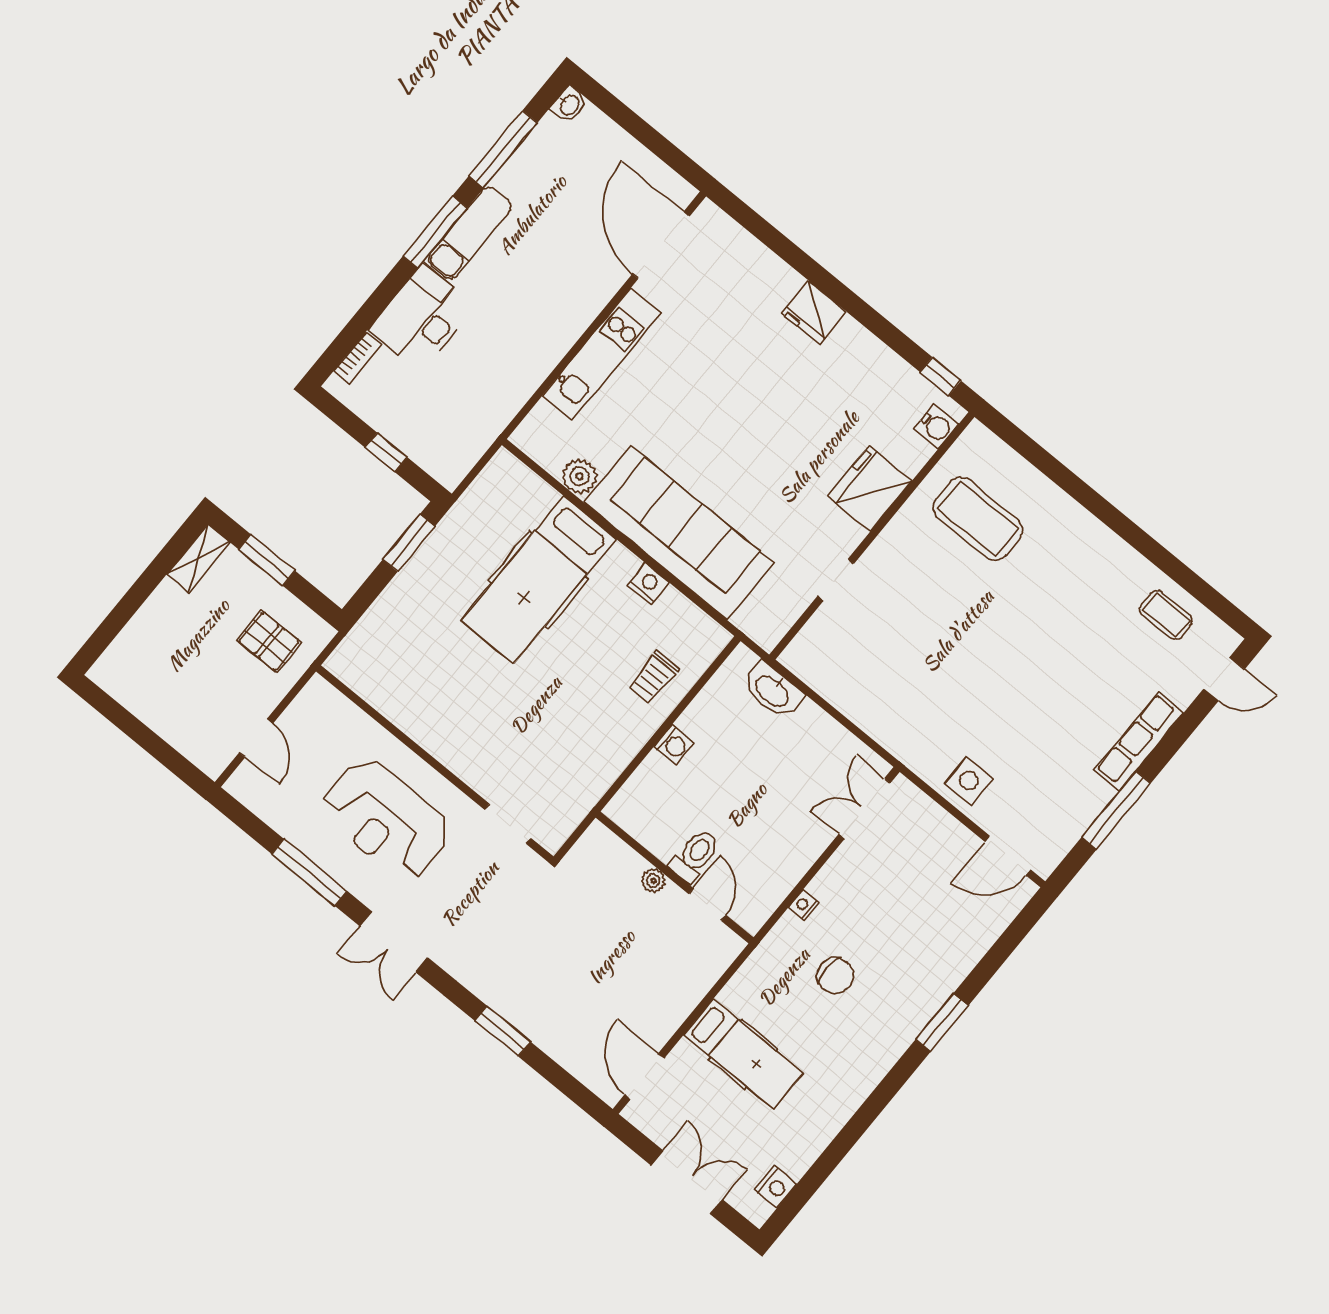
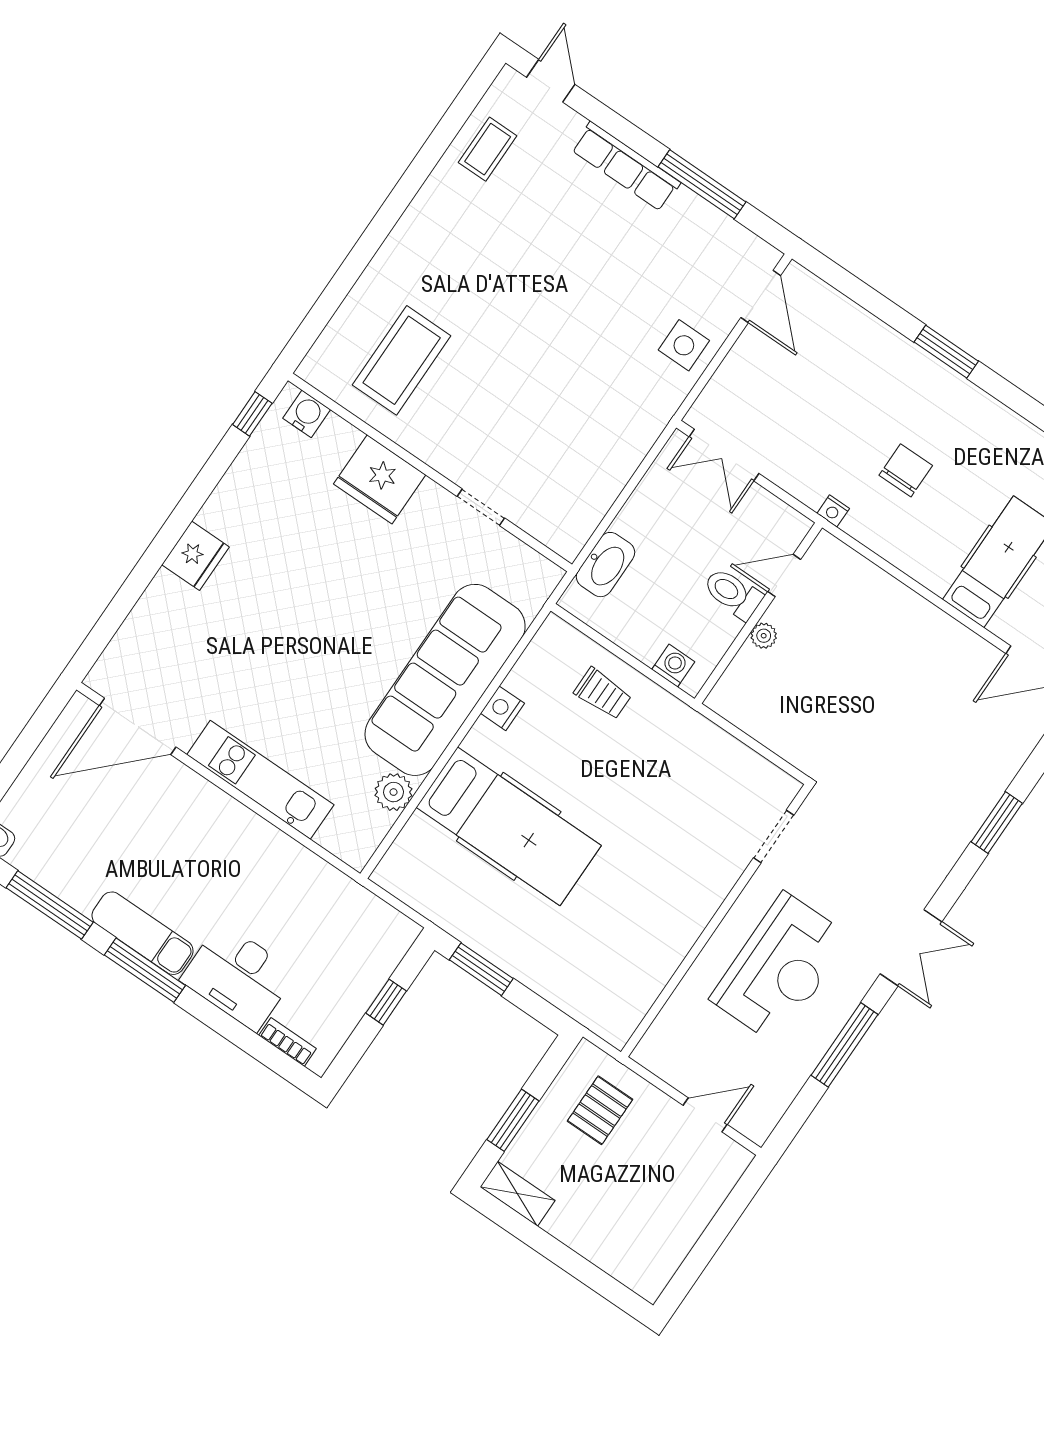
toilet: (695, 856) -> (733, 593), moved
wall: (675, 878) -> (758, 613), moved
plant: (653, 881) -> (764, 636), moved
door: (707, 904) -> (784, 575), moved

